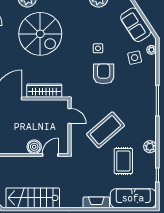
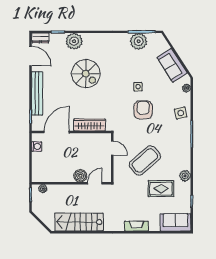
spiral stairs: (40, 34) -> (86, 74), width x0.73, depth x0.73
side table: (135, 58) -> (181, 113), moved
rug: (123, 161) -> (161, 189), turned 90
sofa: (133, 198) -> (175, 222), width x0.73

